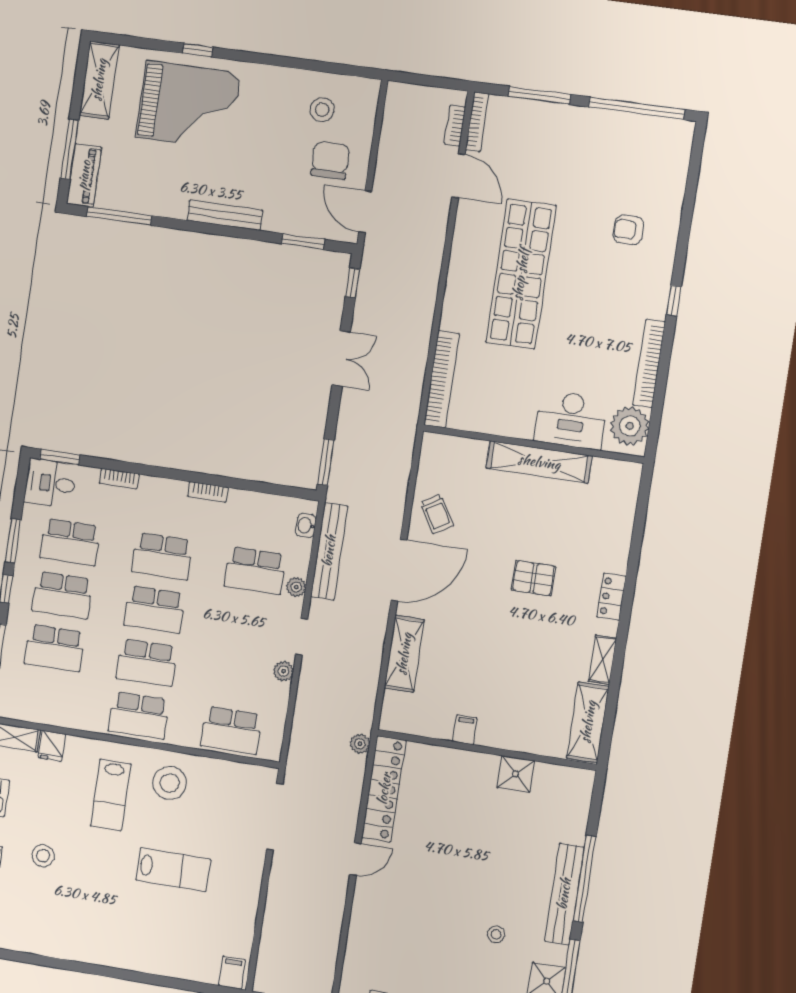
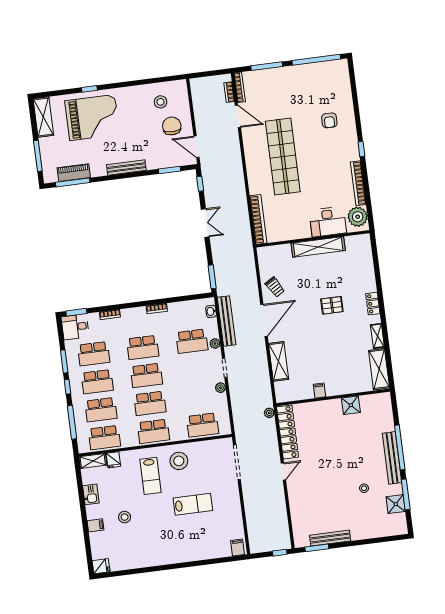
piano: (84, 175) -> (74, 173), moved, turned -90
armchair: (628, 230) -> (329, 120), turned -90
school desk: (47, 701) -> (104, 438), added

